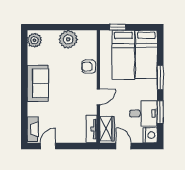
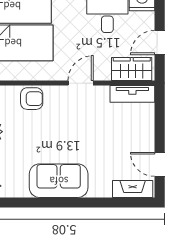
armchair: (89, 67) -> (32, 99), turned -90
door: (98, 97) -> (81, 83), hinge flipped

